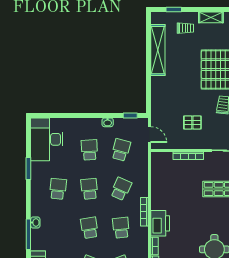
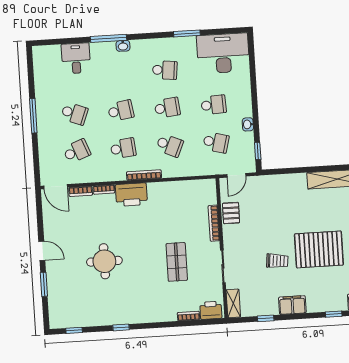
pallet: (192, 122) -> (231, 213), moved

